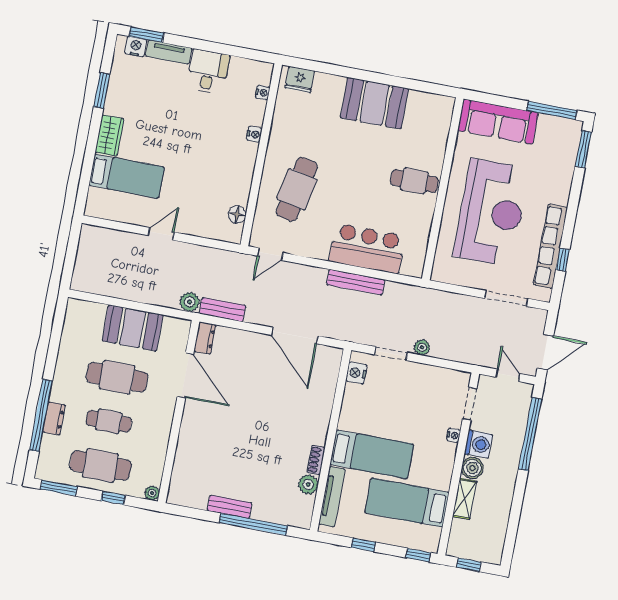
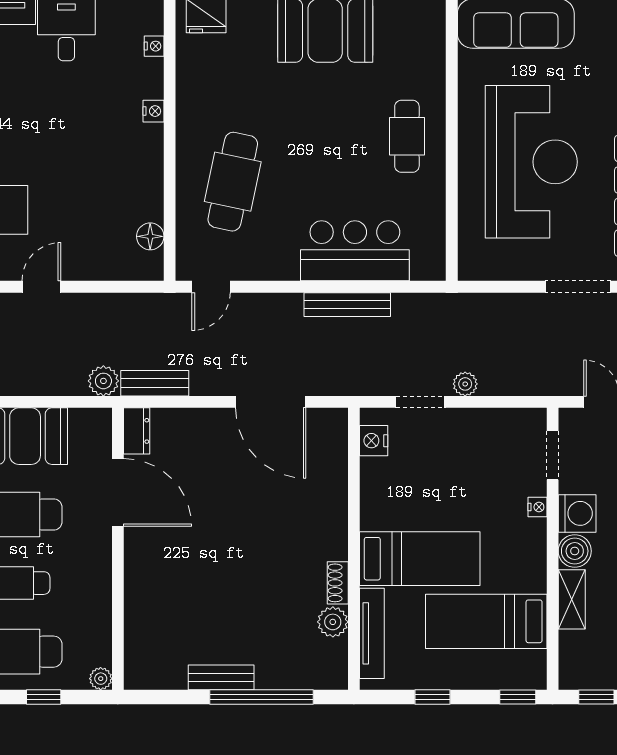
cafe table: (414, 181) -> (407, 136), turned 90

